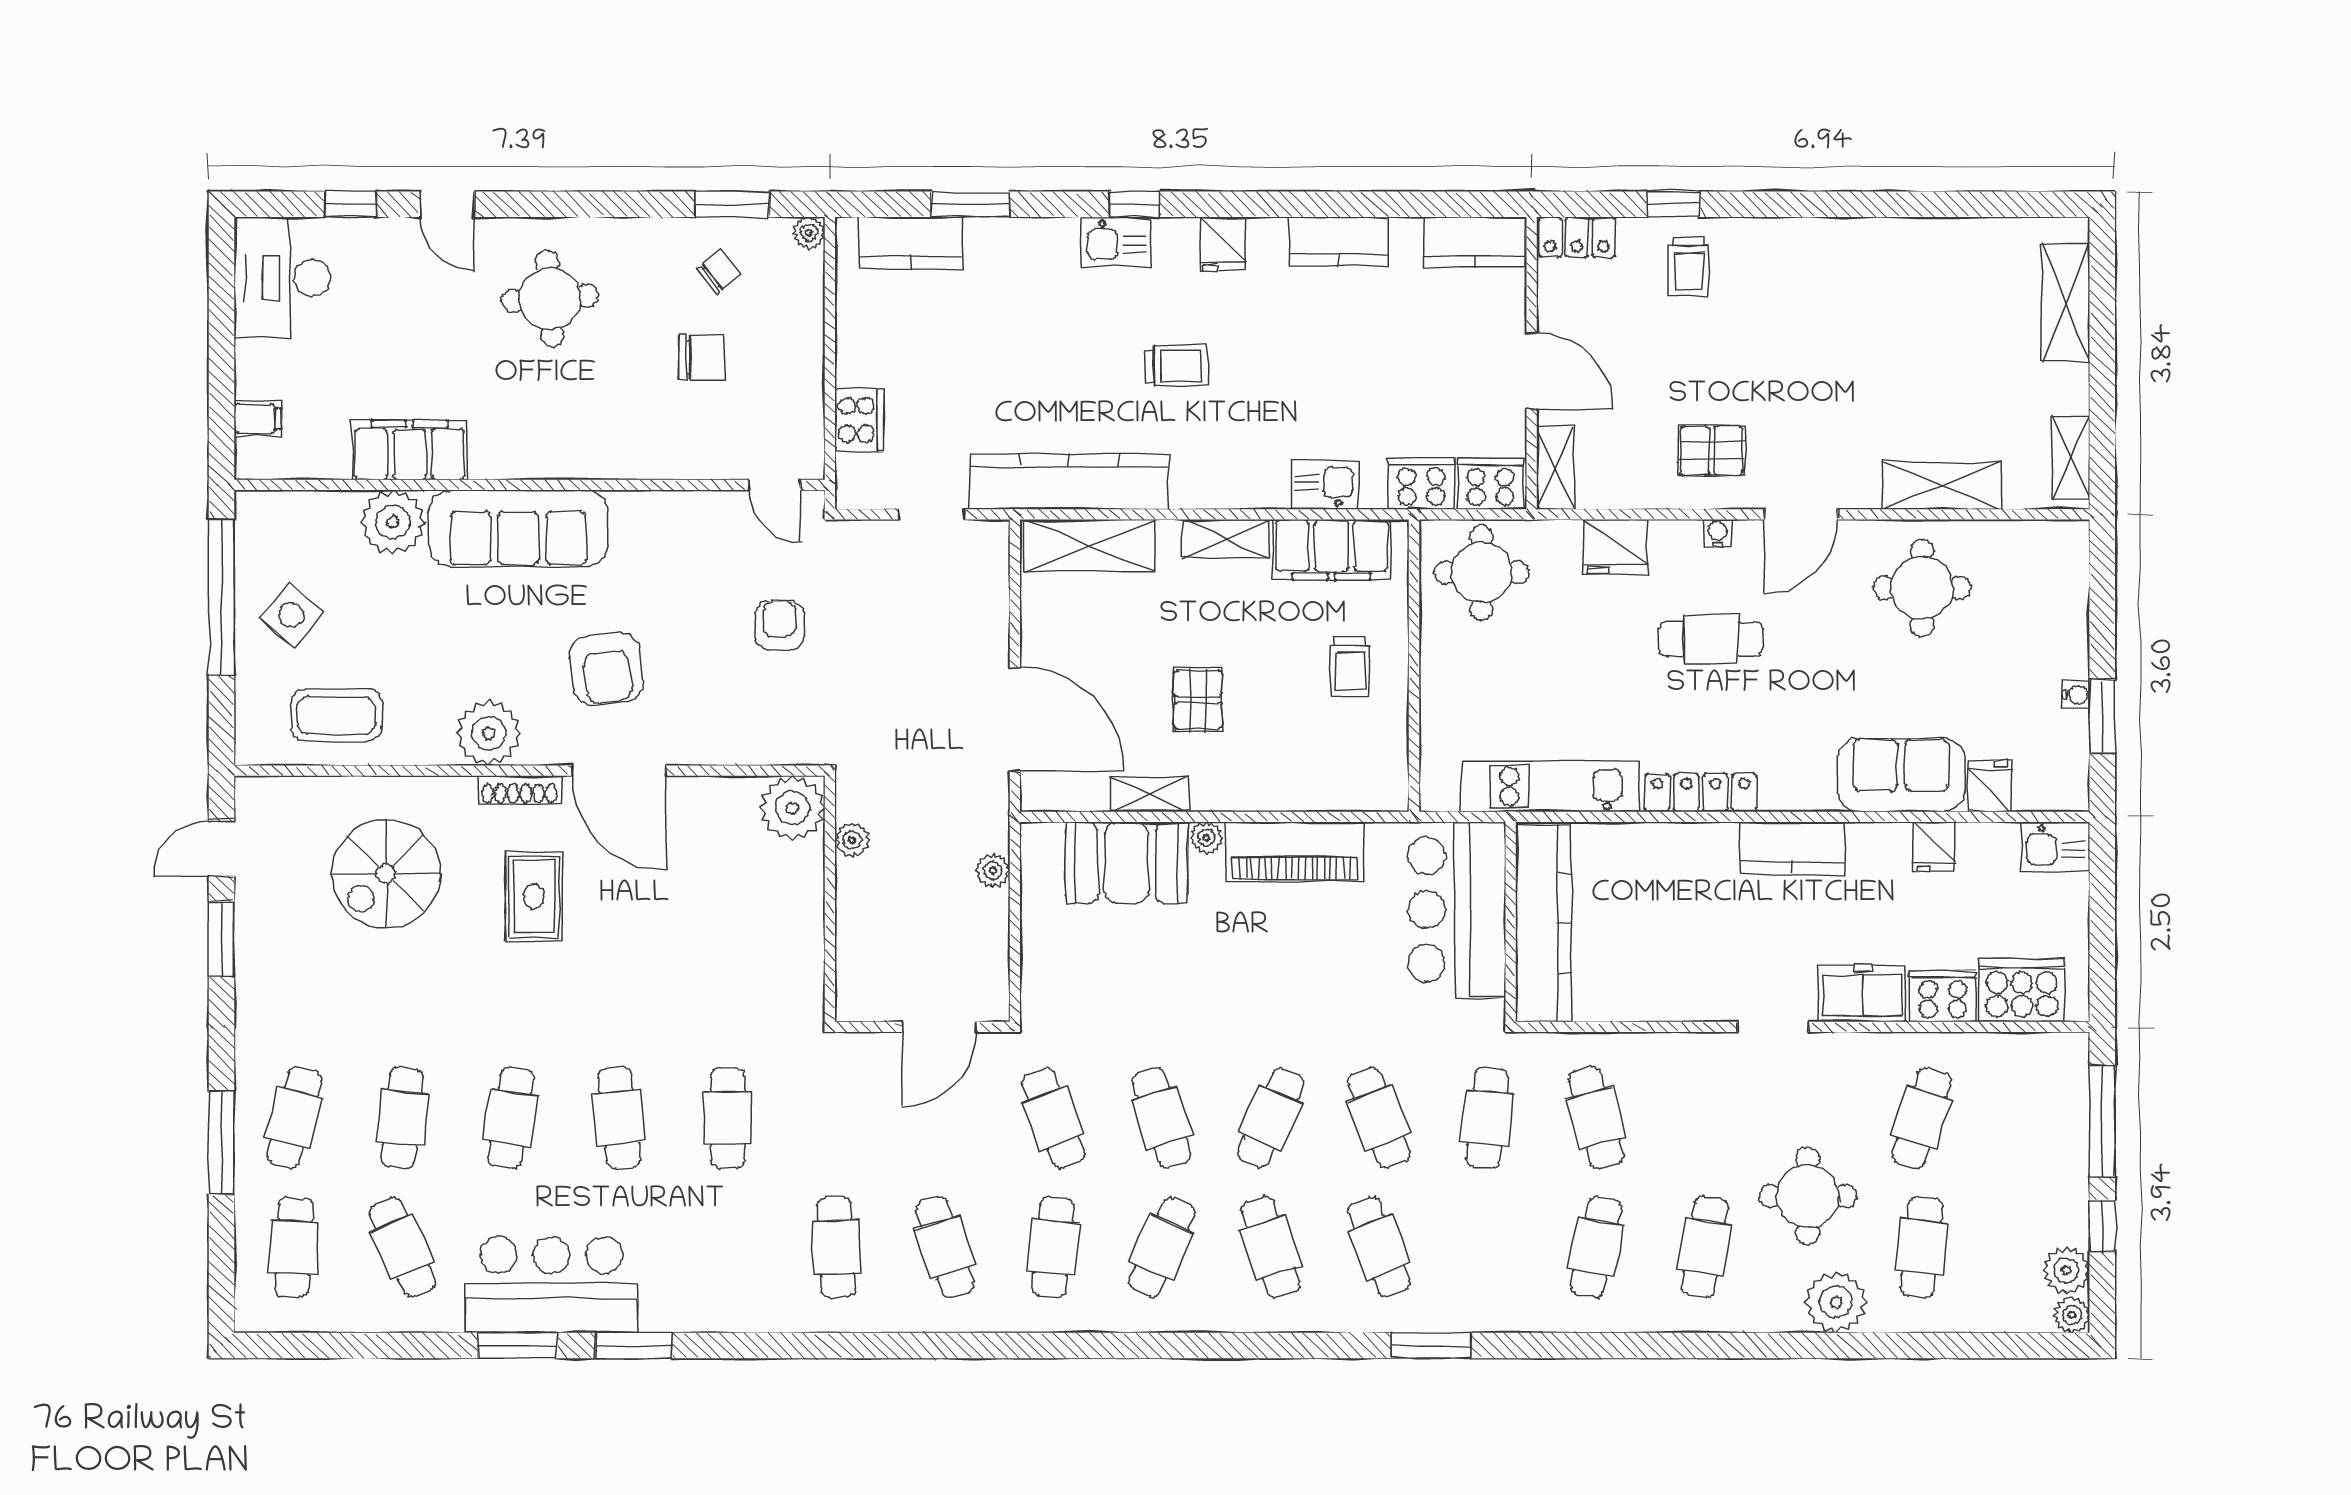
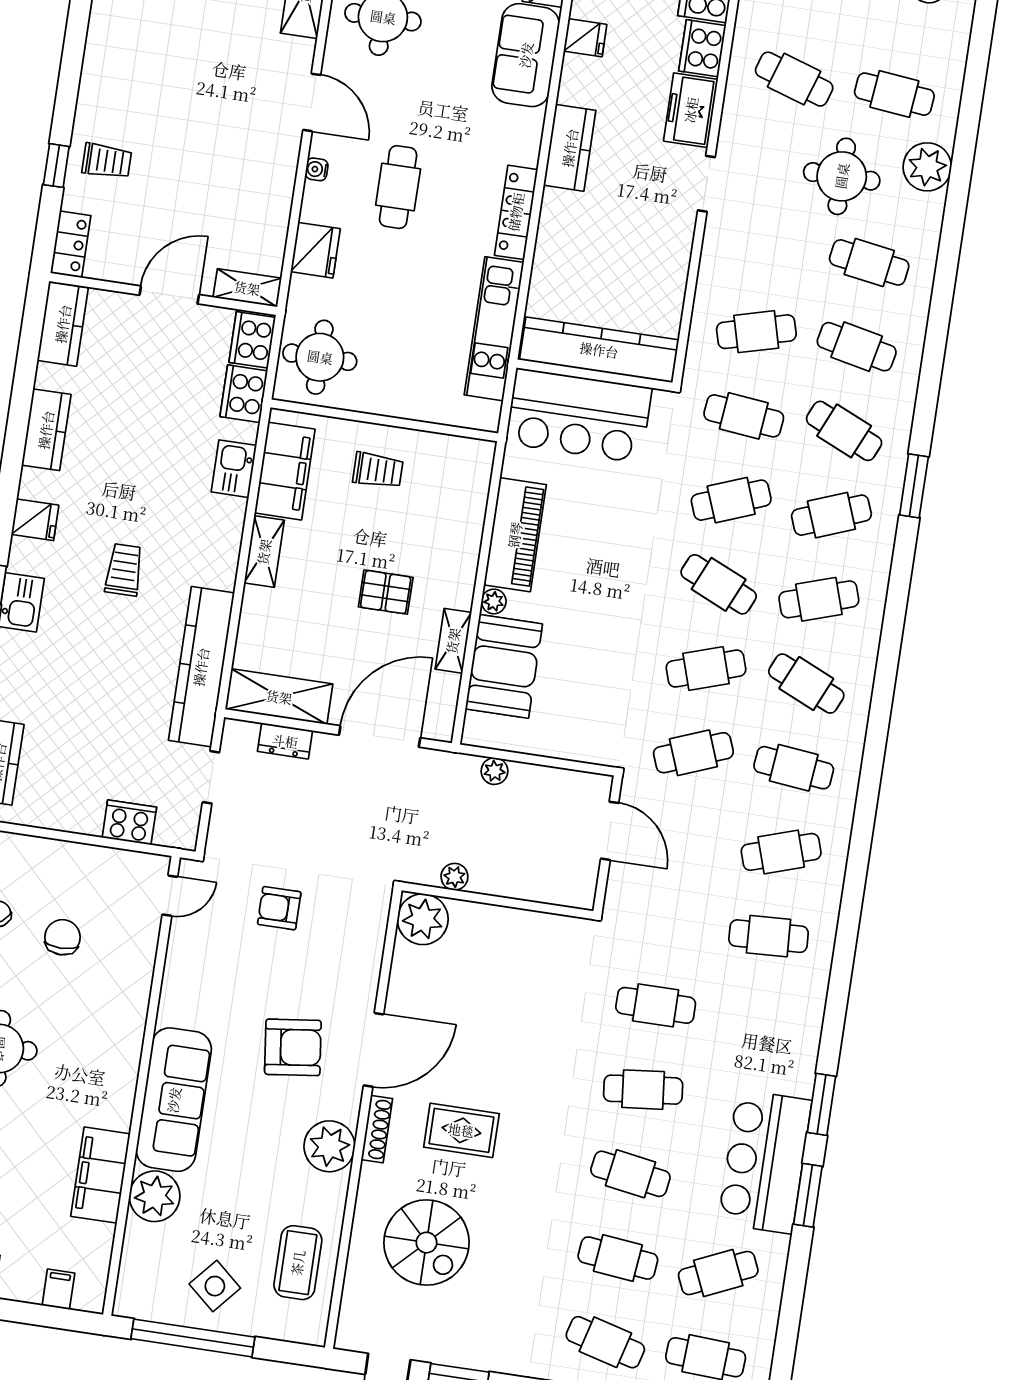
pallet: (1712, 451) -> (252, 164), removed
shelving: (1090, 546) -> (279, 697), moved, turned 90
dresser: (991, 601) -> (285, 741), added
cafe table: (1487, 1247) -> (844, 431), added

